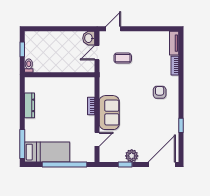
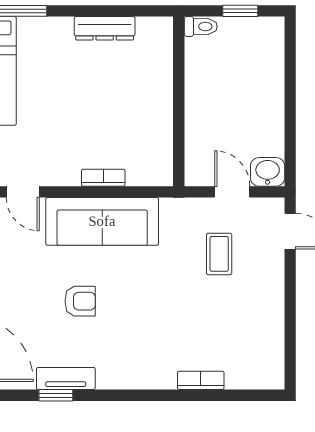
tv unit: (174, 43) -> (66, 378), moved
armchair: (160, 92) -> (80, 301), moved
sofa: (109, 113) -> (102, 221), width x1.36

